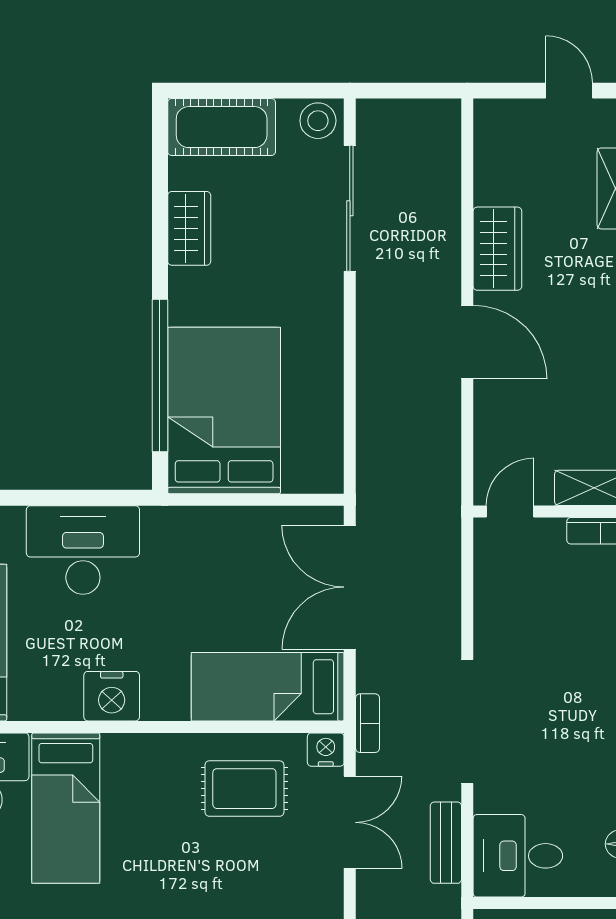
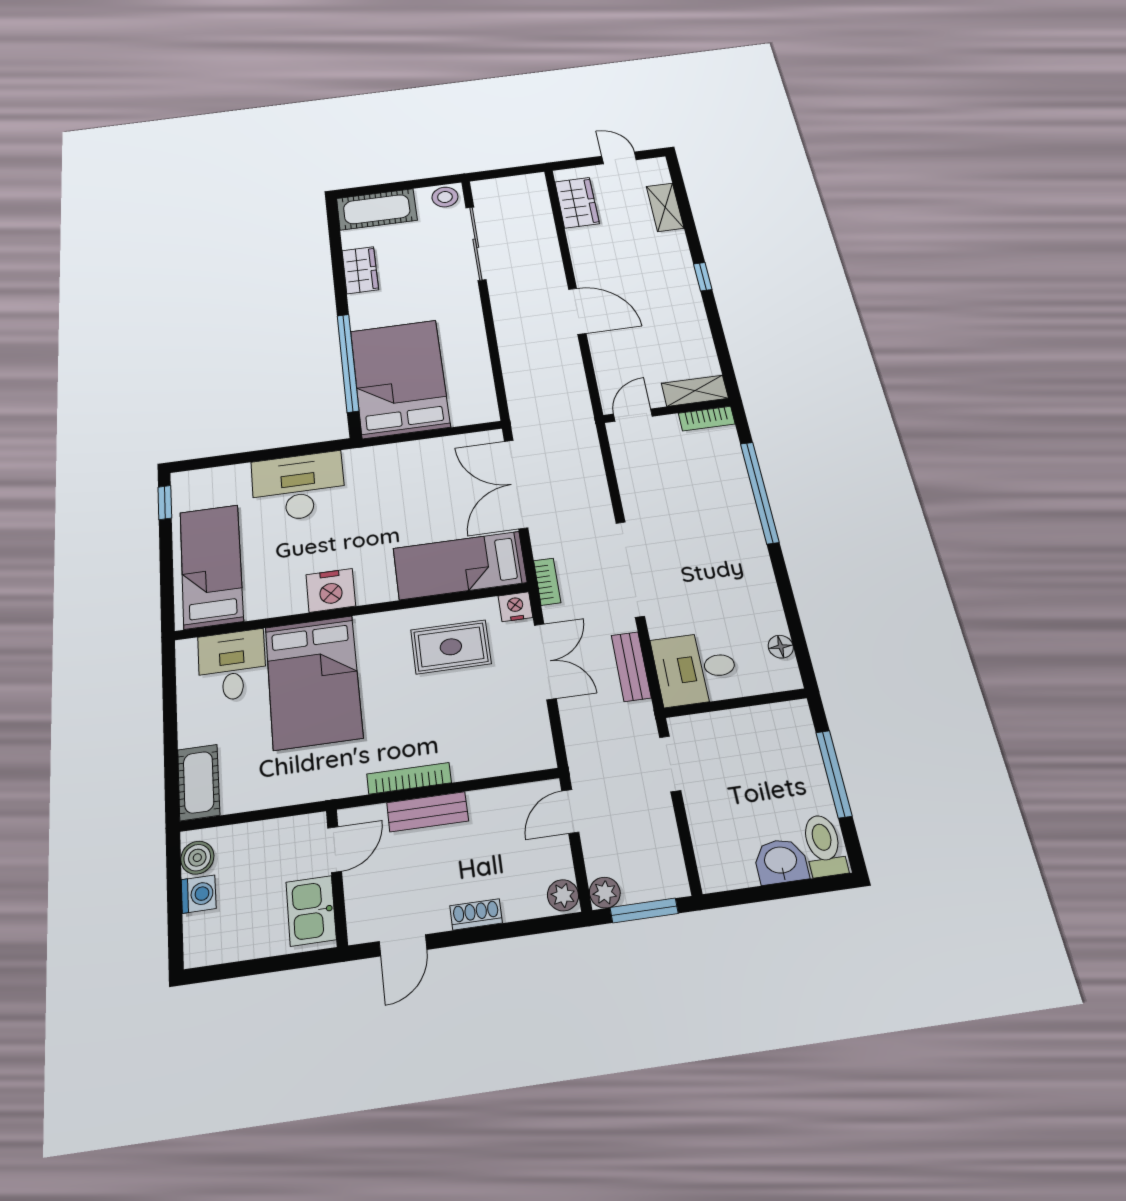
wardrobe: (497, 249) -> (577, 203), moved
bed: (66, 808) -> (313, 682), width x1.50

